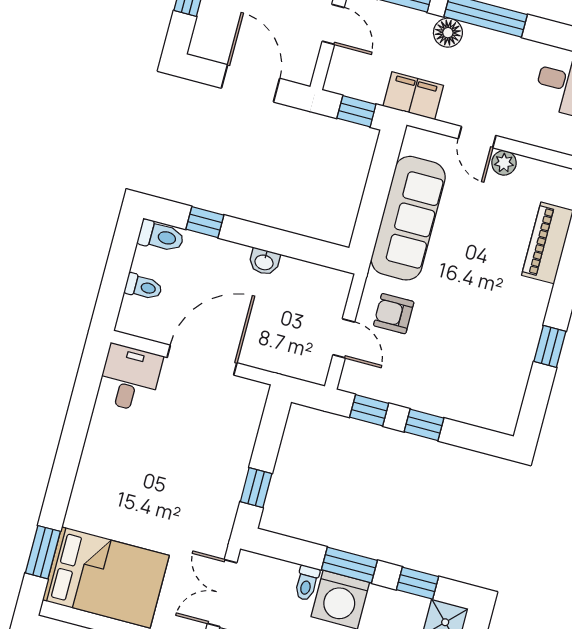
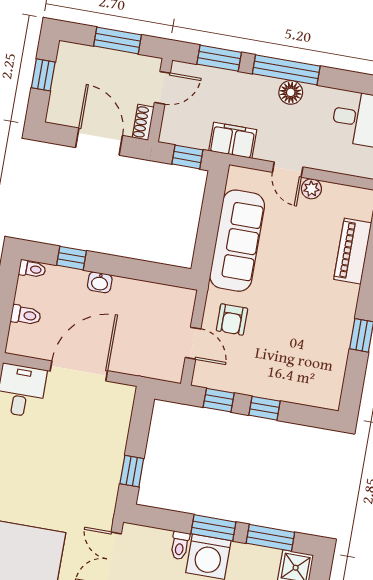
door: (333, 24) -> (162, 88), hinge flipped
floor lamp: (448, 33) -> (291, 92), moved
shoe rack: (306, 64) -> (143, 122), added
toilet: (161, 236) -> (32, 269), width x0.73, depth x0.72
washbasin: (264, 262) -> (100, 282), moved
armchair: (394, 314) -> (232, 320), turned -90
window: (418, 583) -> (270, 538), width x1.50

